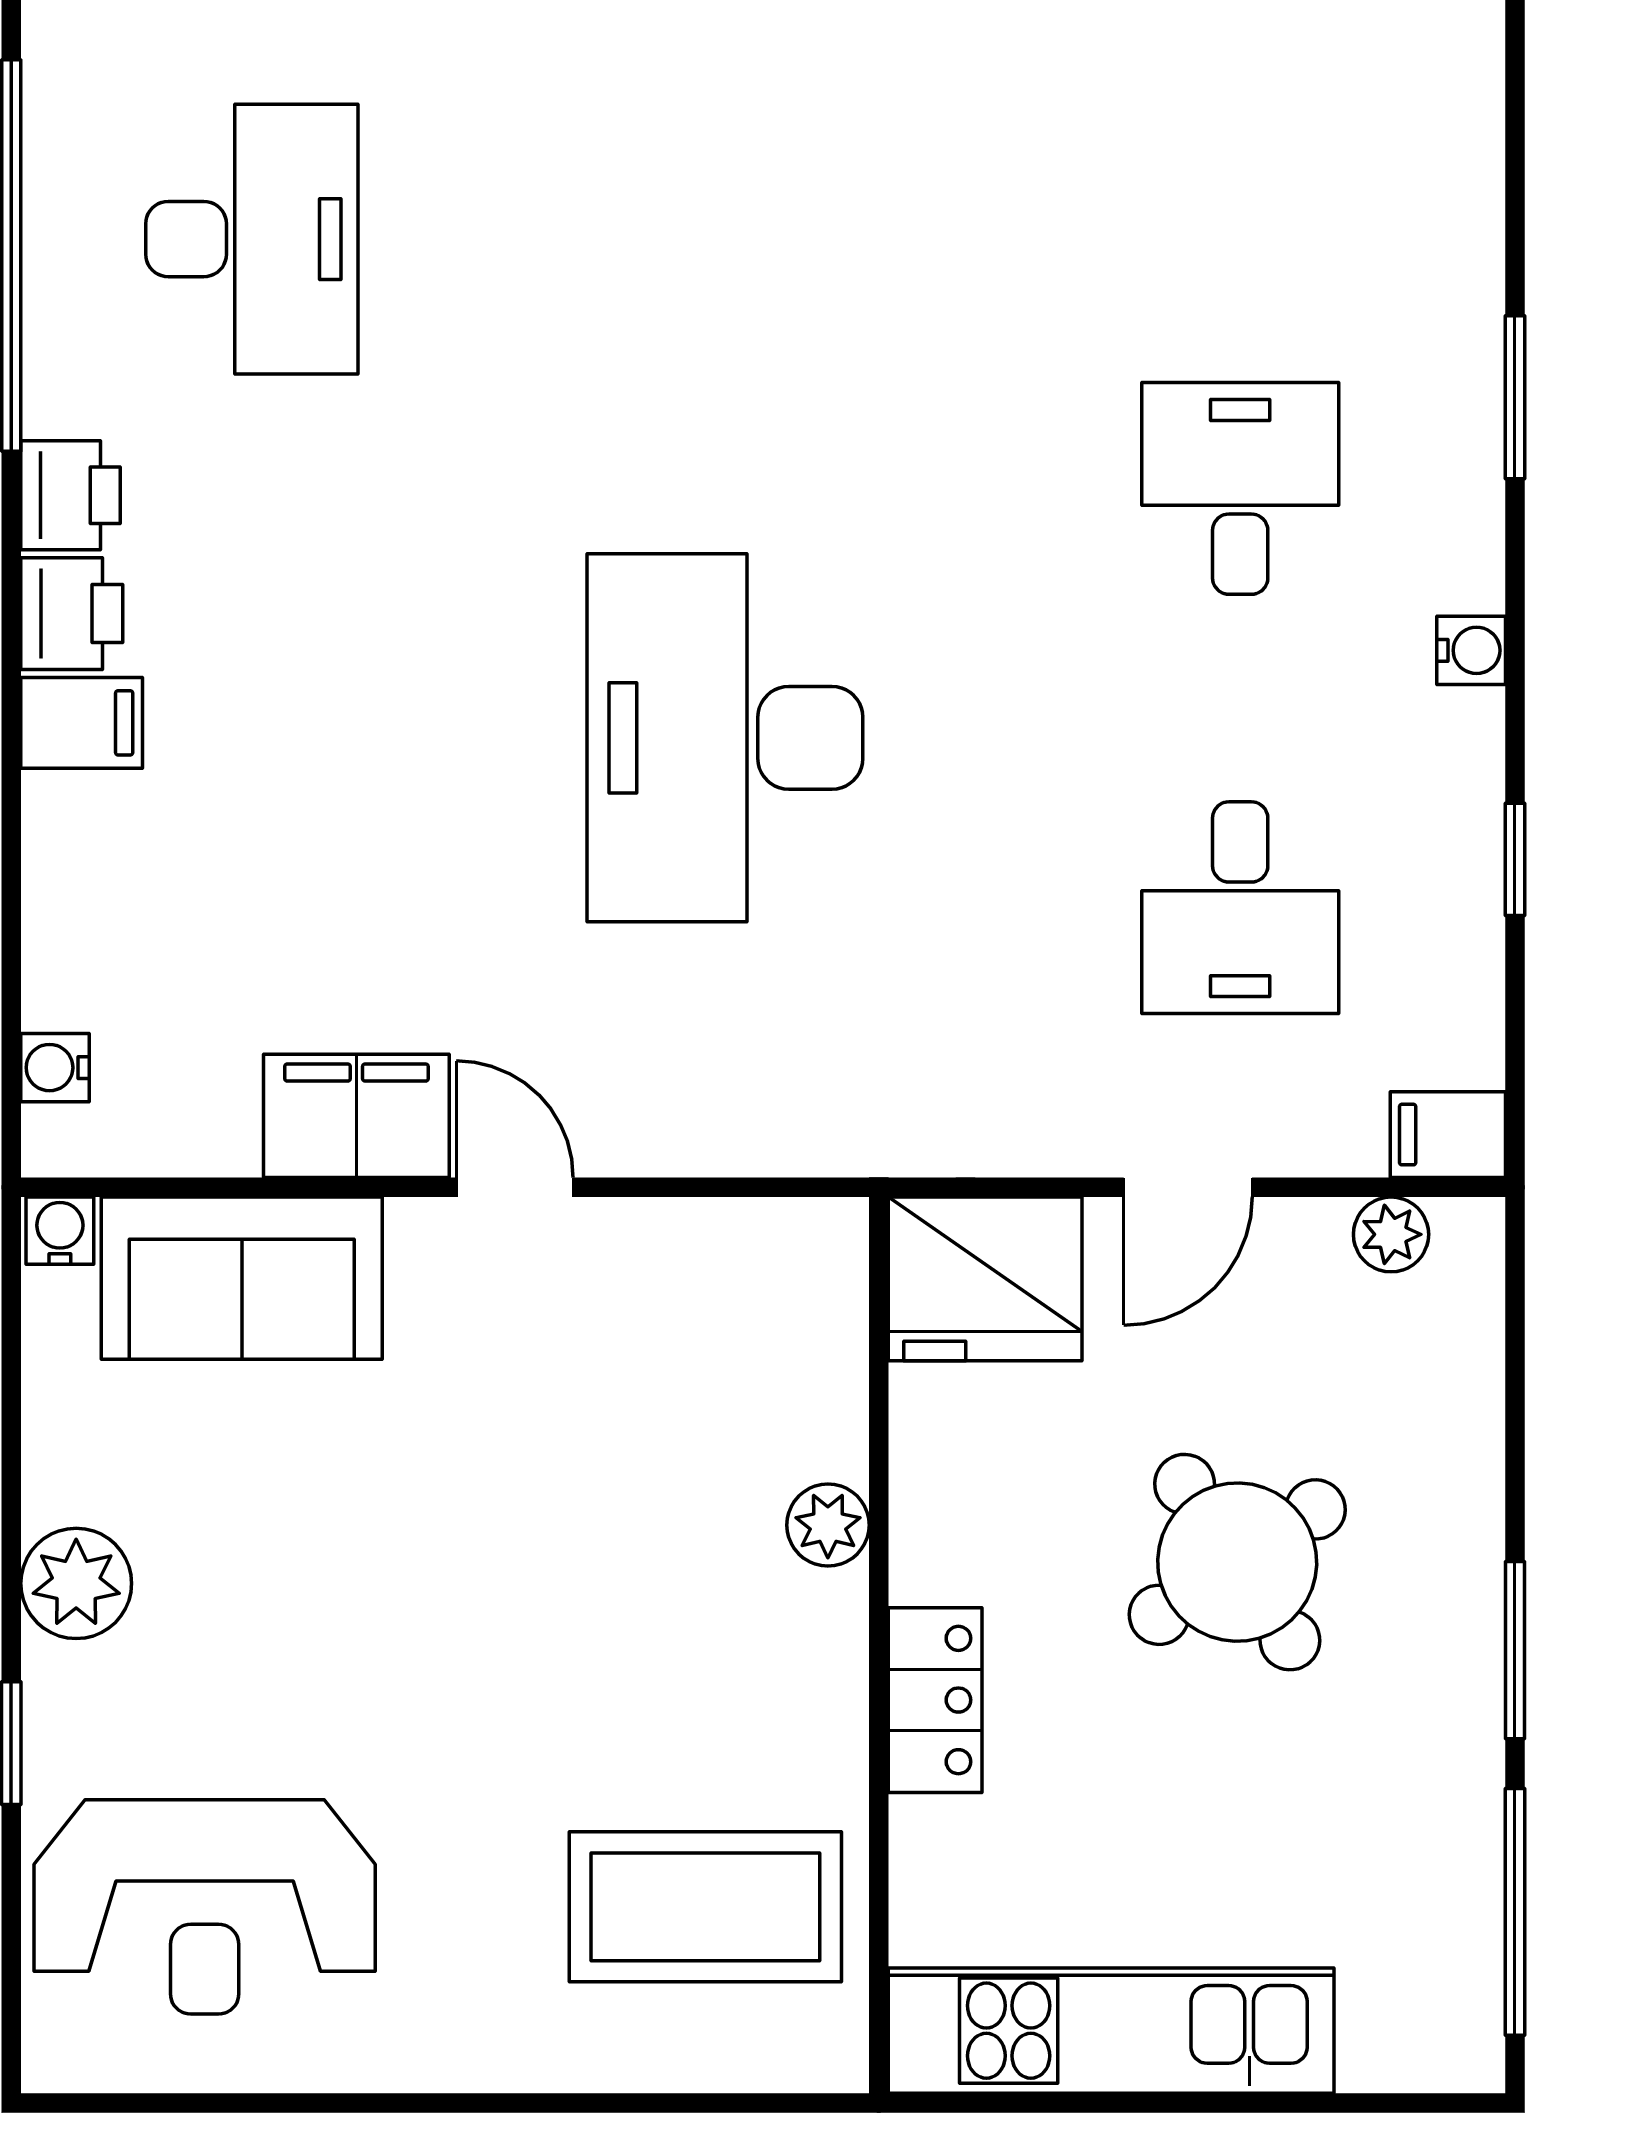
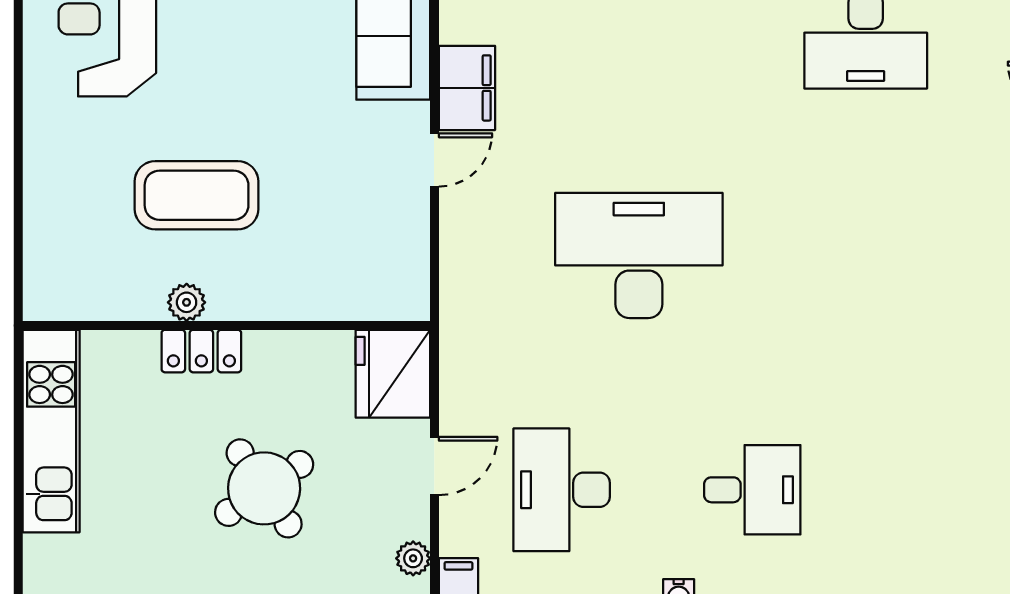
desk: (1240, 908) -> (562, 490), width x1.37
door: (1188, 1187) -> (434, 466), swing flipped
plant: (828, 1525) -> (187, 302), moved
coffee table: (705, 1907) -> (197, 195), moved, turned 90

